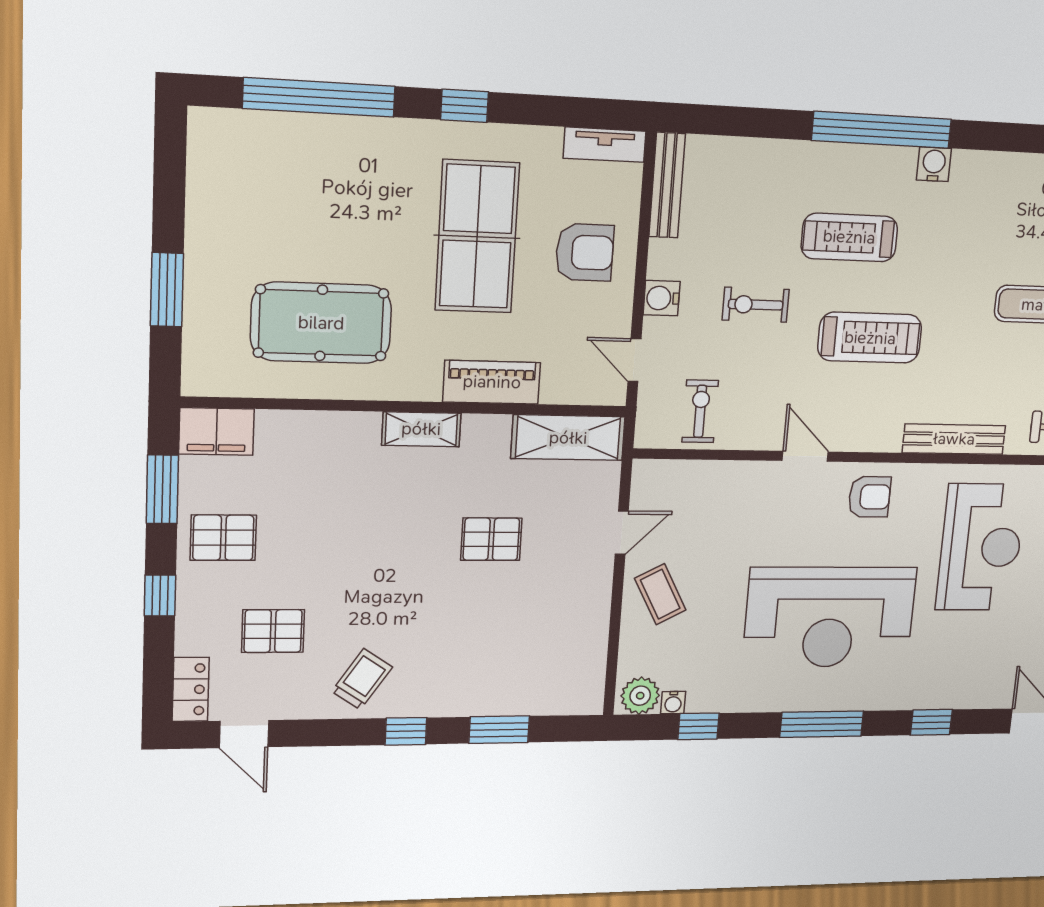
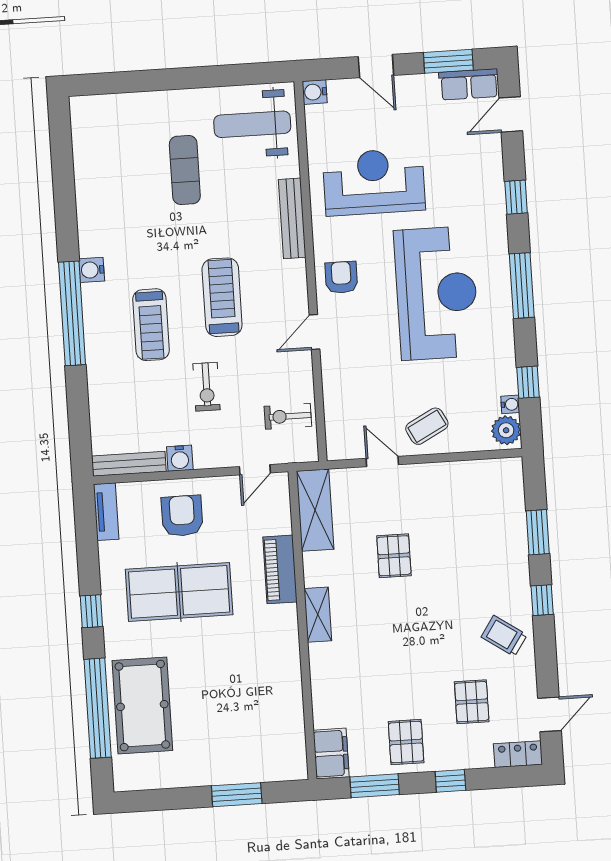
water cooler: (662, 298) -> (180, 458), moved
pool table: (321, 323) -> (142, 705), moved

